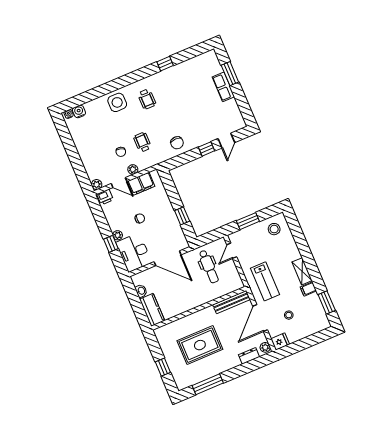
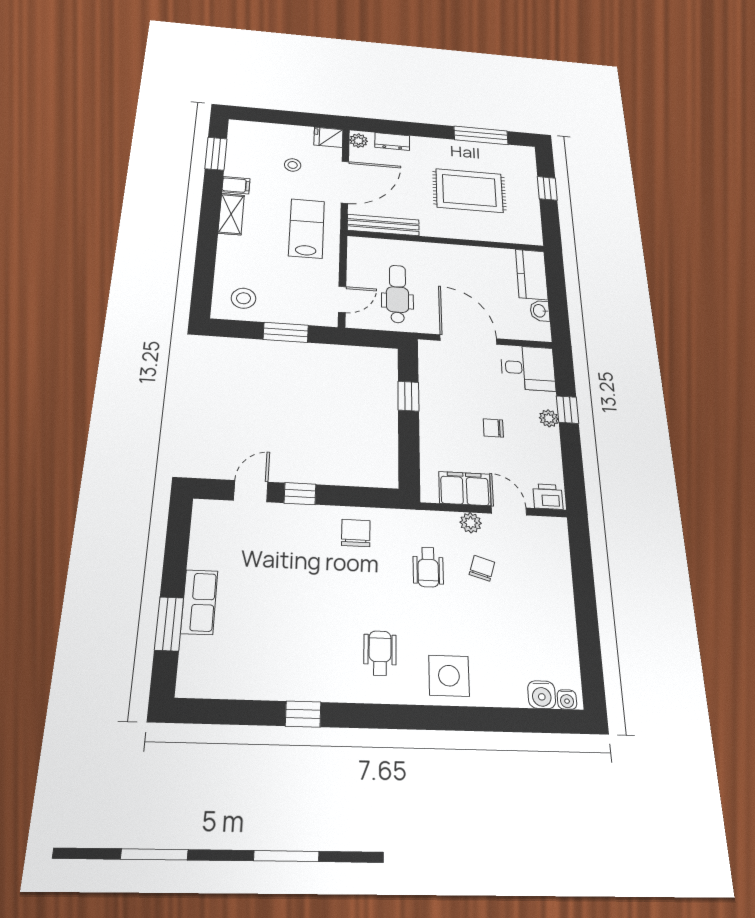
plant: (97, 185) -> (557, 527), removed
desk: (134, 253) -> (528, 368), width x0.73

